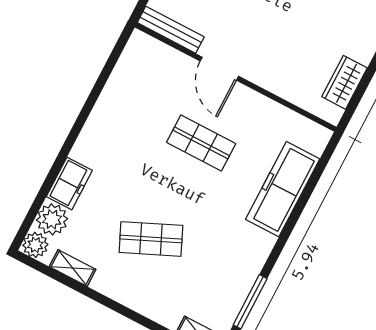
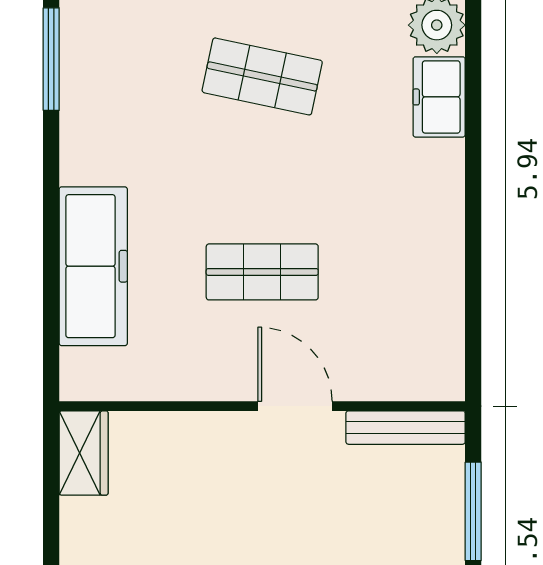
wardrobe: (345, 82) -> (84, 453), moved
shop shelf: (151, 239) -> (262, 76), turned 36

